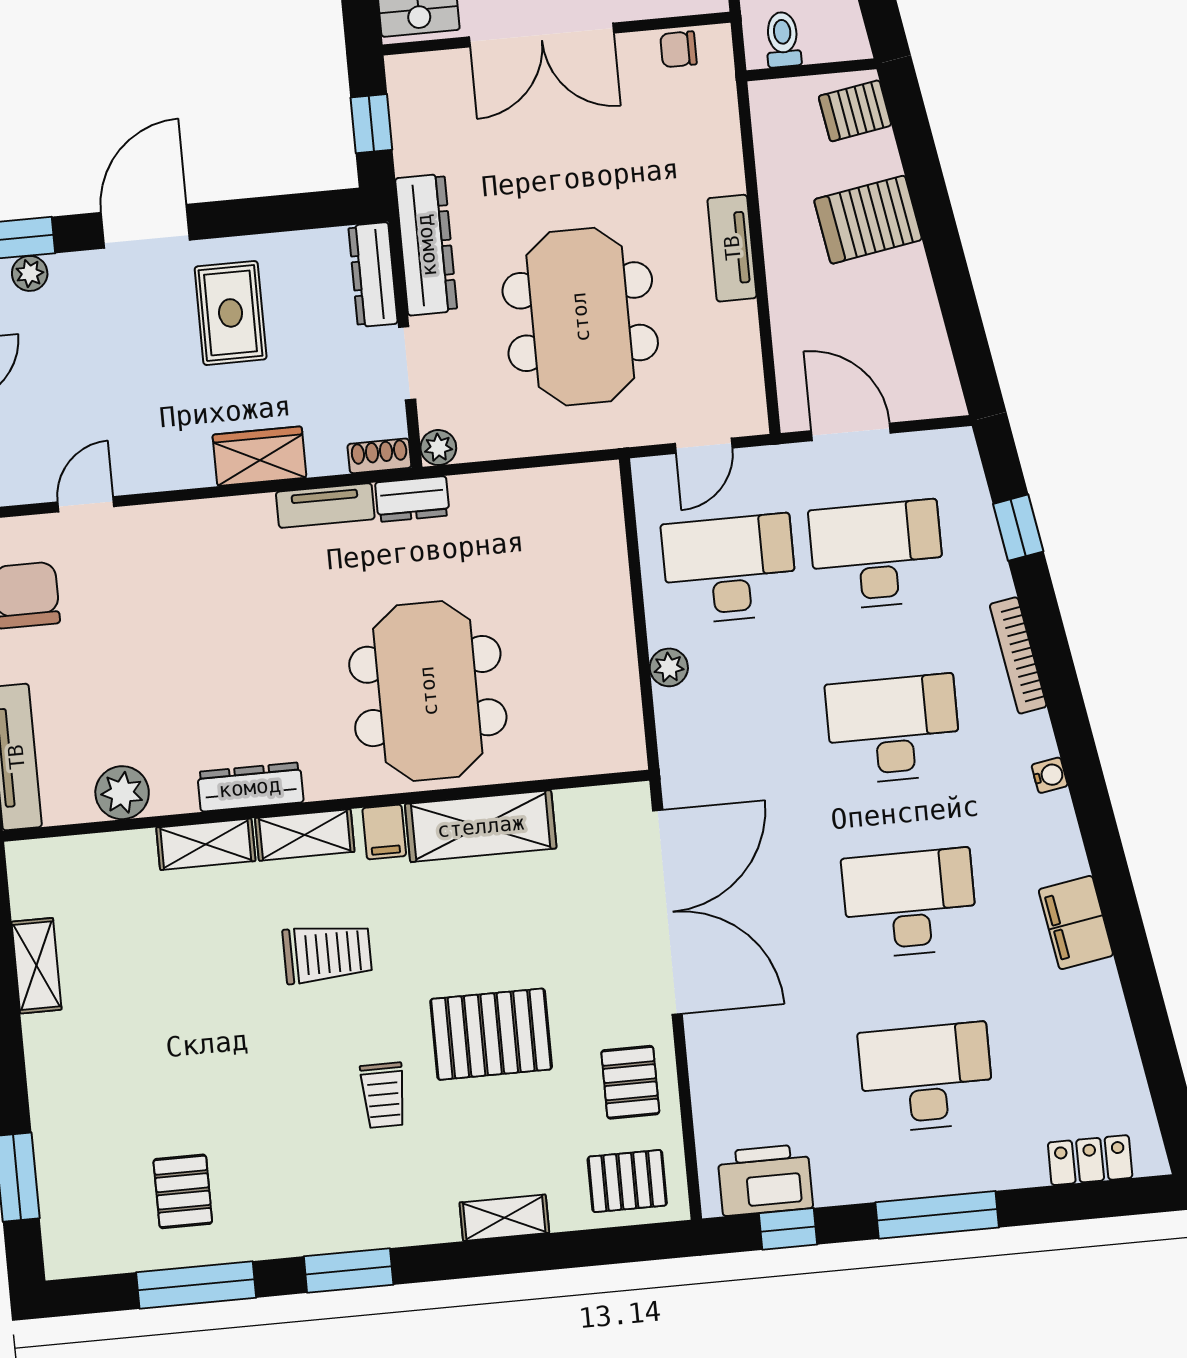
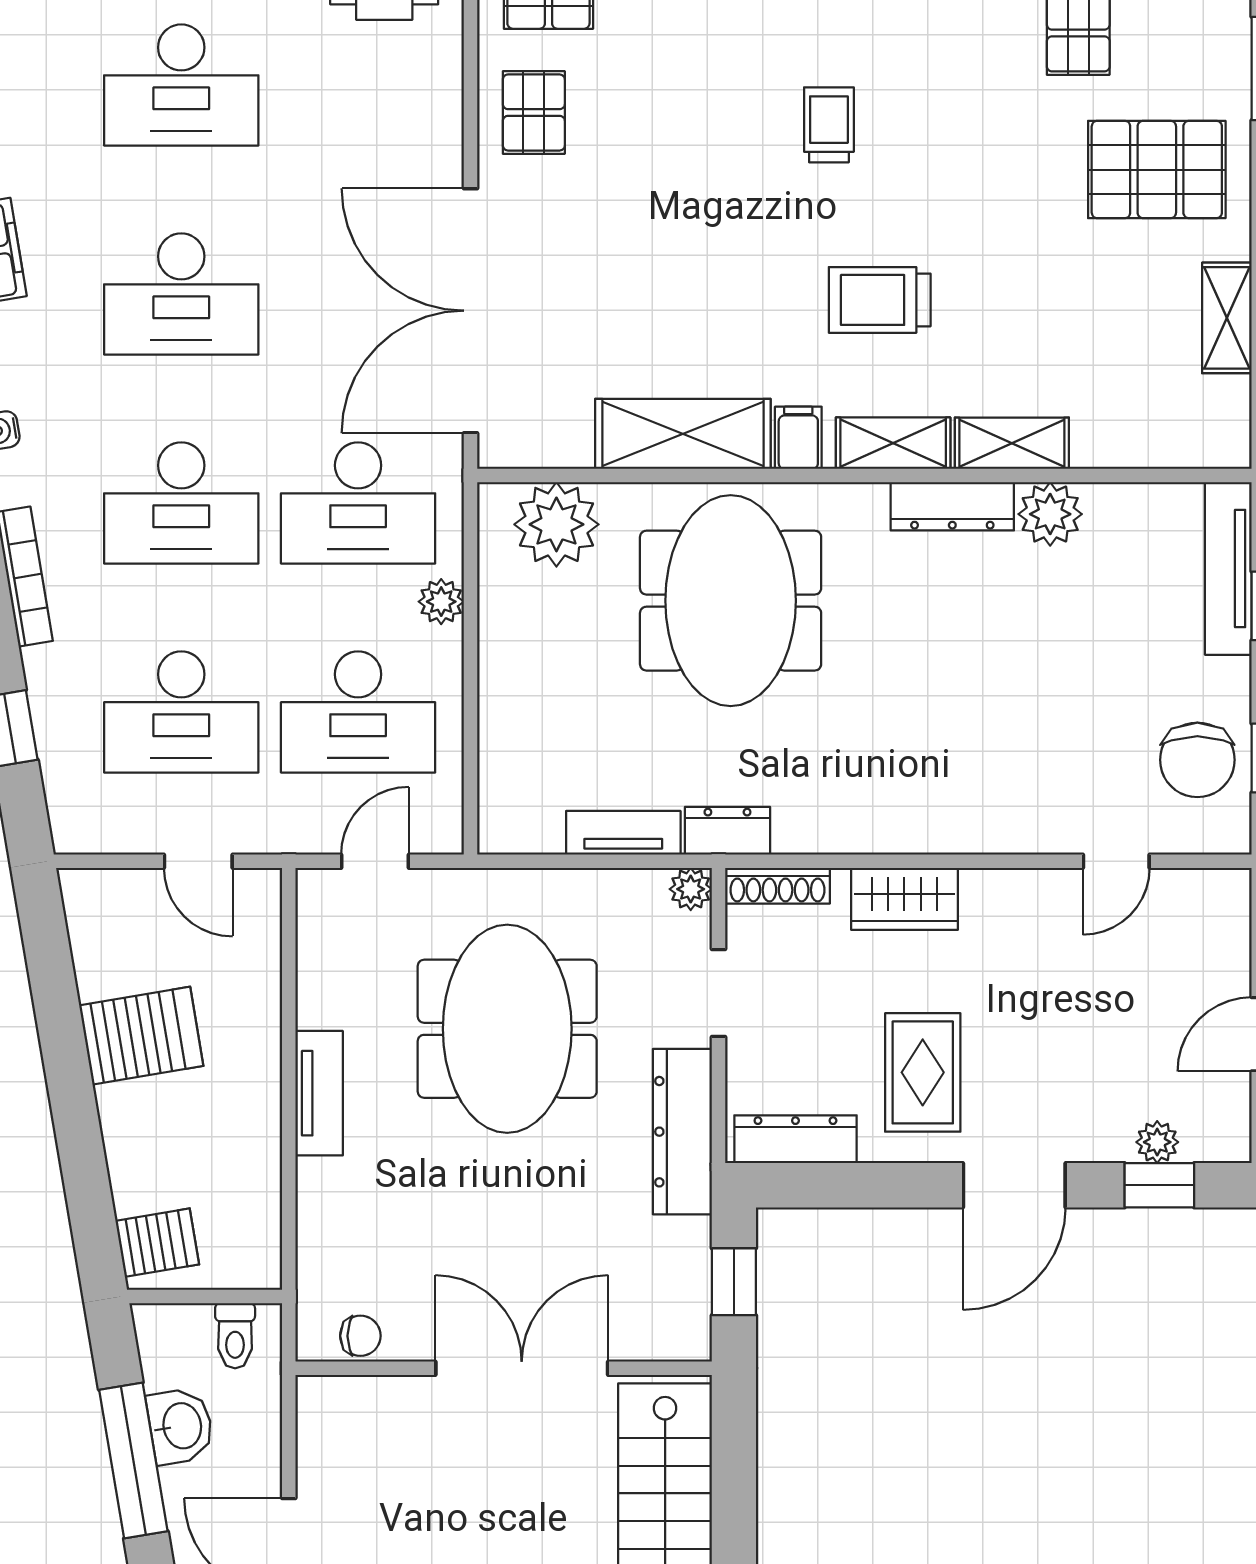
server rack: (868, 220) -> (141, 1036), moved
dresser: (373, 275) -> (795, 1139), moved, turned -90
door: (851, 432) -> (198, 861), width x0.73
shoe rack: (379, 456) -> (777, 886), width x1.43
tv unit: (325, 505) -> (623, 833), moved
plant: (579, 741) -> (556, 524), added
desk: (746, 743) -> (358, 503), added
plant: (122, 793) -> (1050, 514), moved
pallet: (491, 1034) -> (1157, 170), moved

